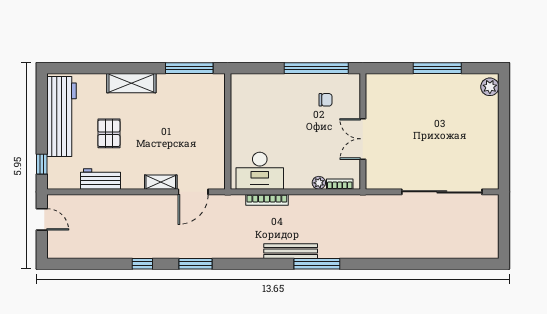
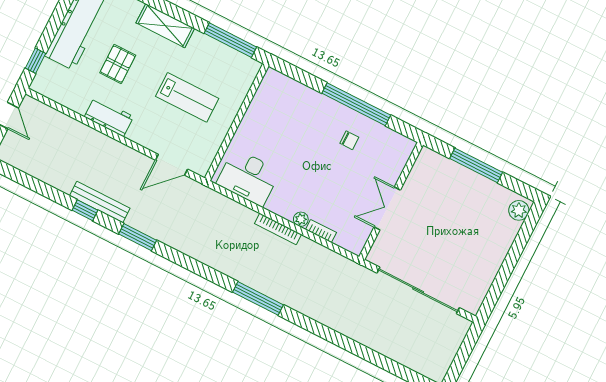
wall: (363, 131) -> (391, 201), moved
lab bench: (178, 132) -> (187, 97), added
double door: (363, 139) -> (387, 208), moved
workbench: (100, 179) -> (109, 117), moved
shelving: (161, 182) -> (145, 139), removed
bookcase: (267, 200) -> (278, 229), moved
bench: (291, 251) -> (100, 202), moved

